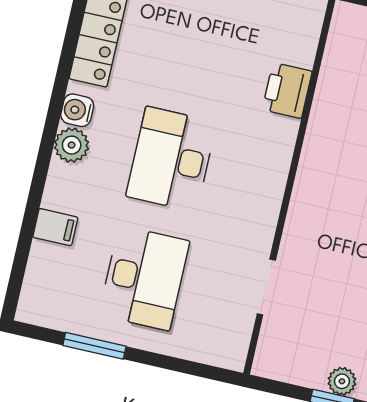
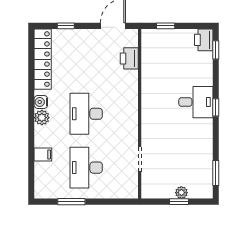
printer: (287, 90) -> (129, 58), moved
desk: (144, 278) -> (86, 168), turned 180

